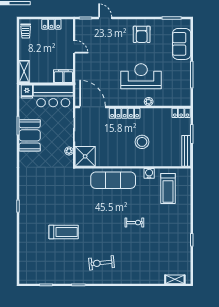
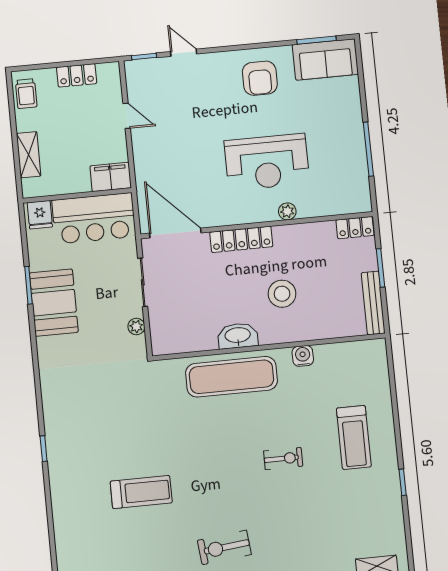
sofa: (182, 44) -> (325, 59), moved, turned -90
shelving: (24, 71) -> (29, 155), moved
reception desk: (141, 76) -> (267, 162), turned 180
shower: (85, 156) -> (170, 334), removed
washbasin: (118, 160) -> (238, 336), added
treadmill: (168, 189) -> (354, 437), moved

